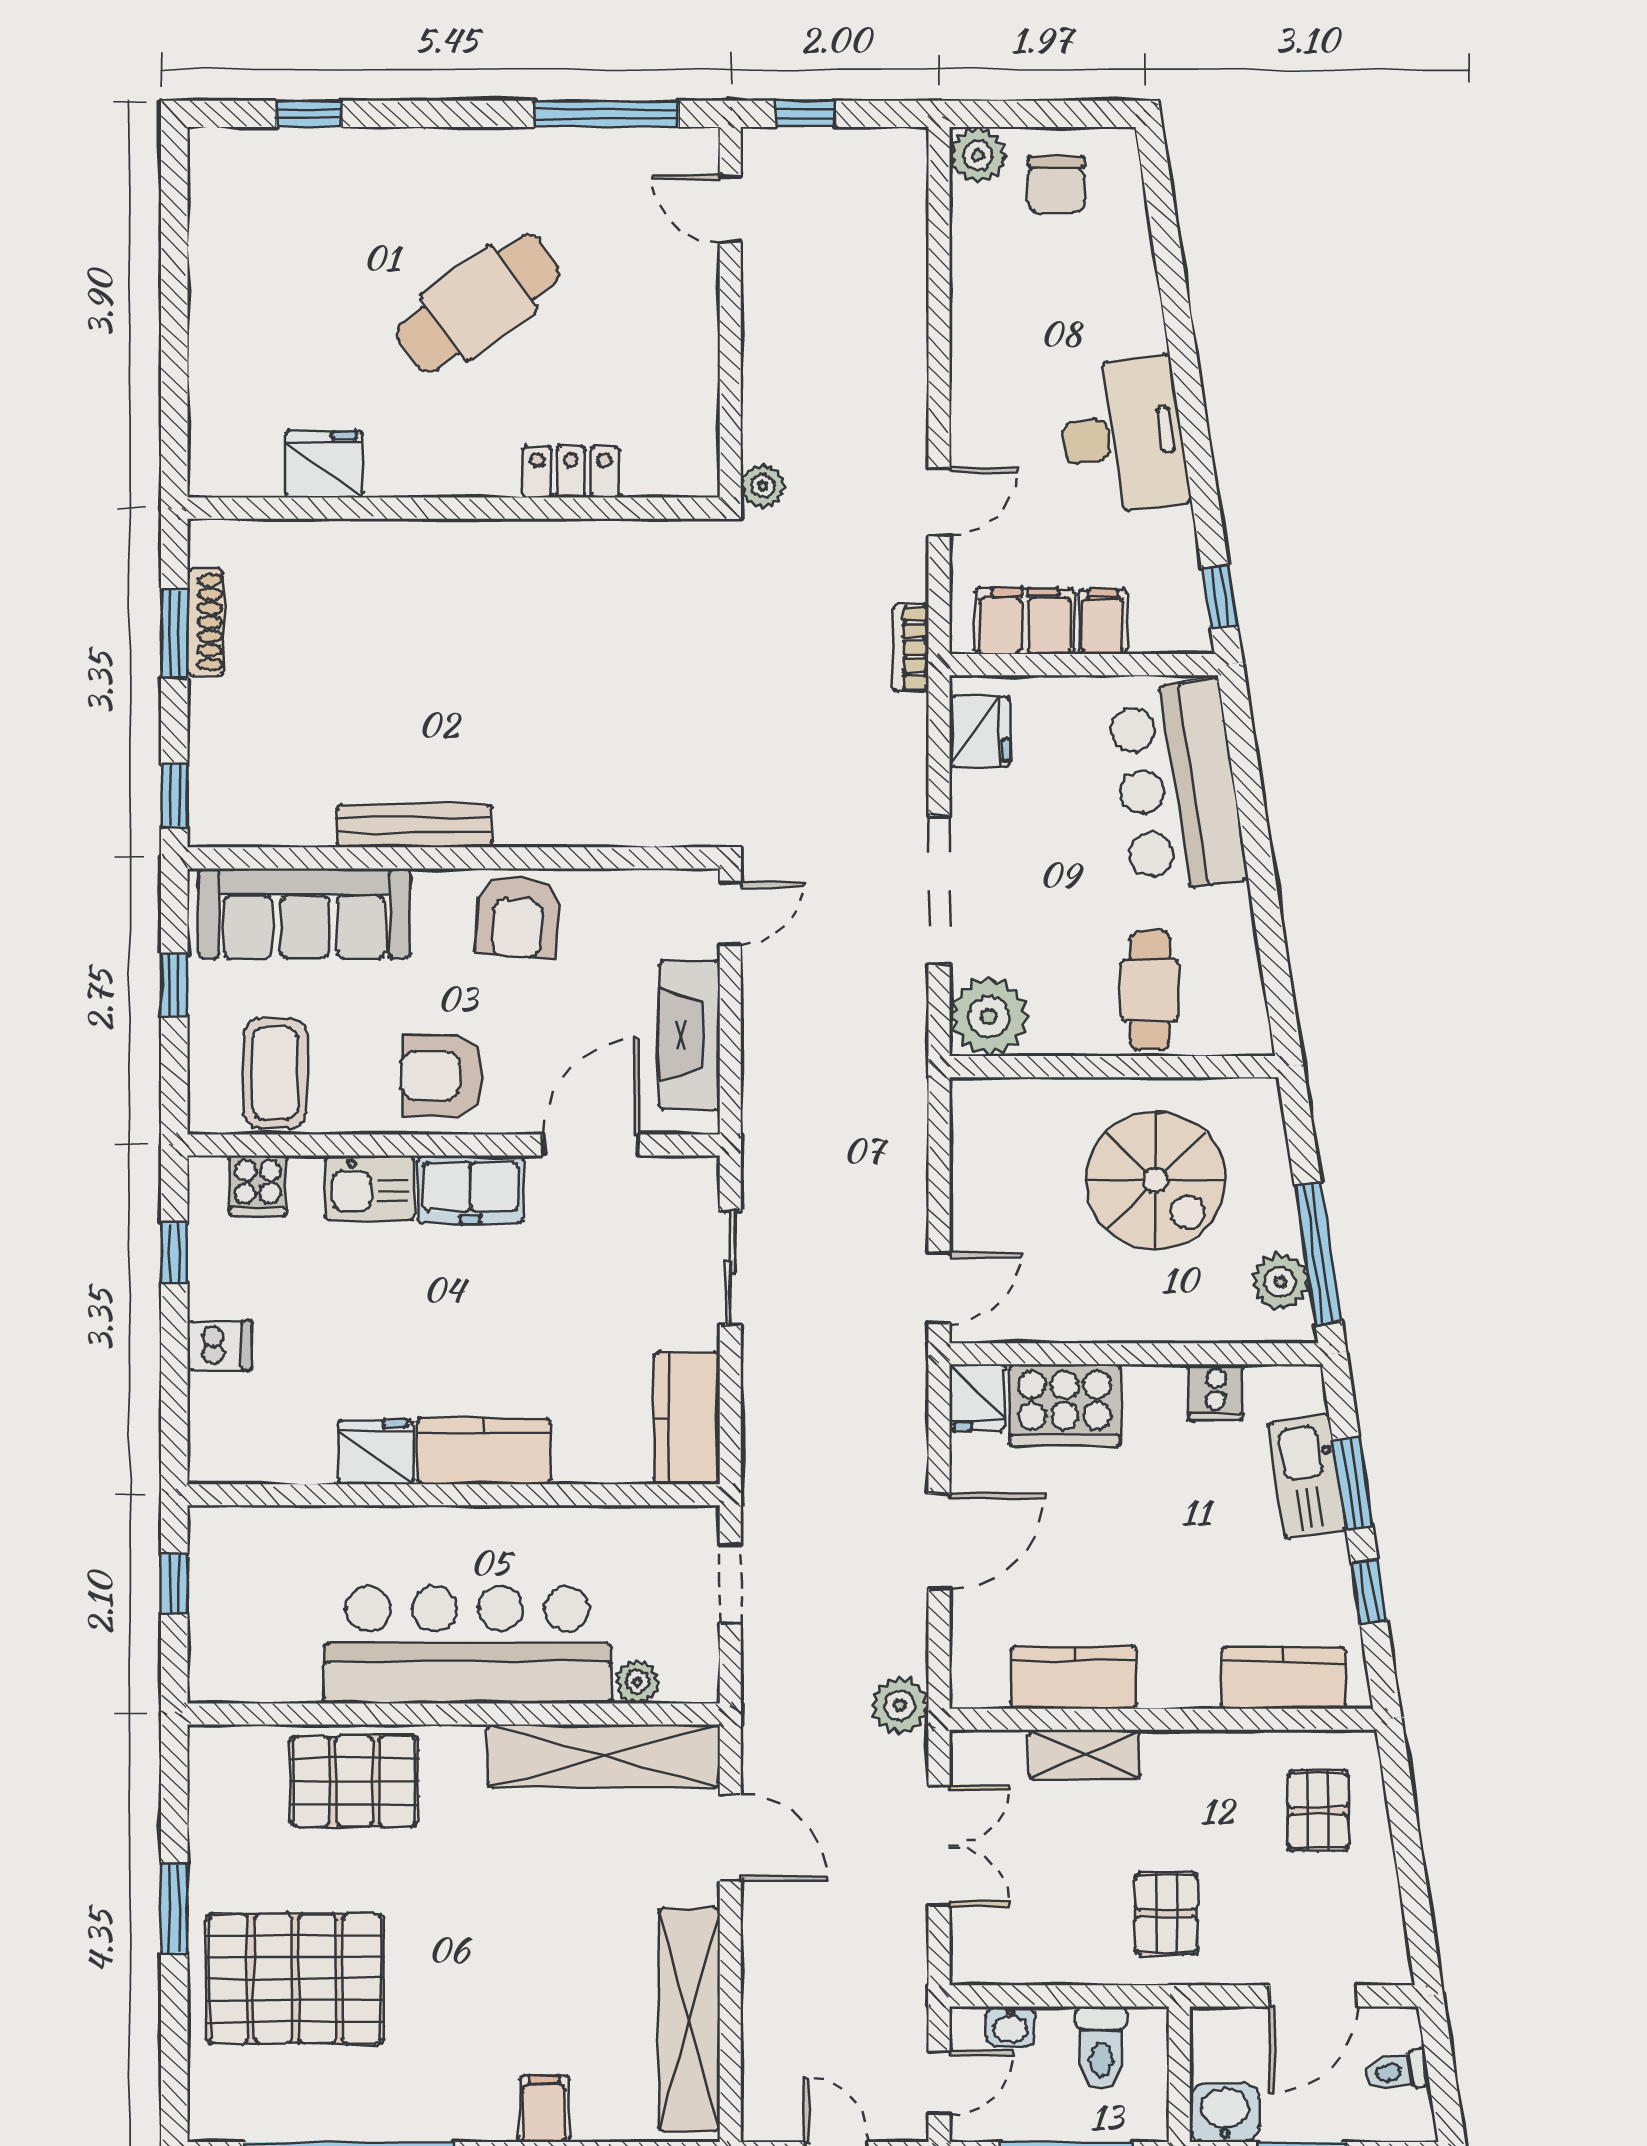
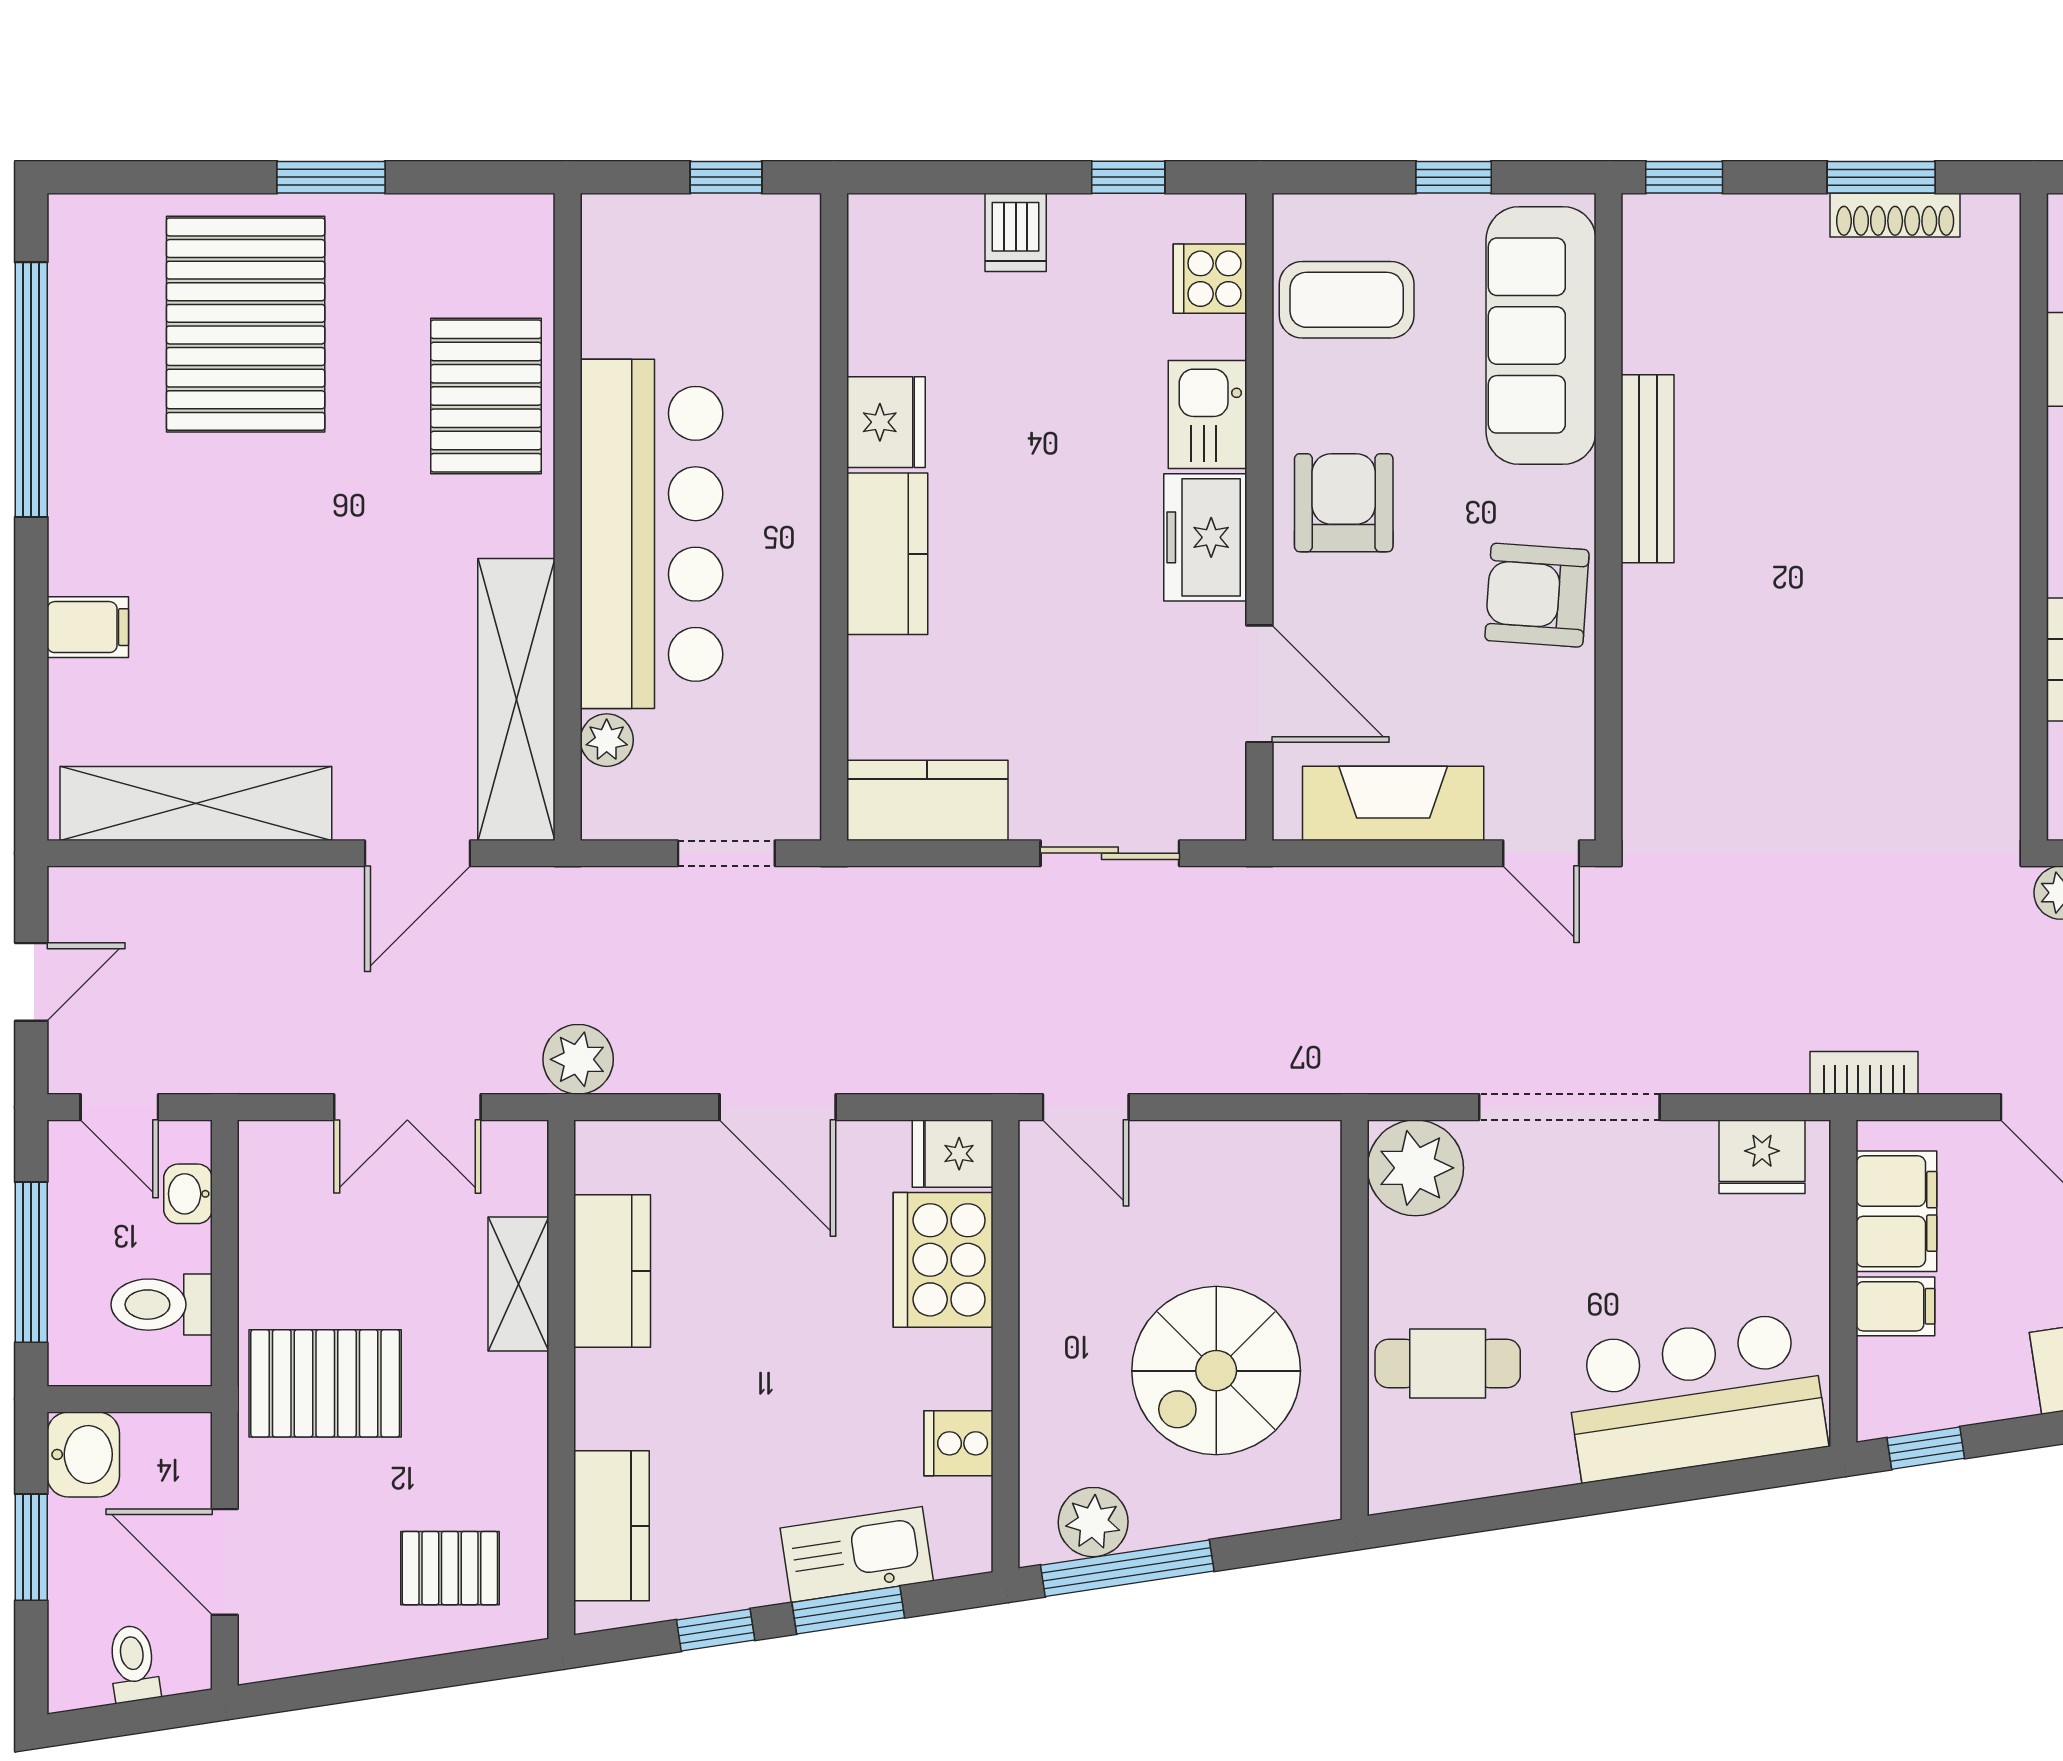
pallet: (1166, 1913) -> (325, 1383), width x1.50, depth x1.42

